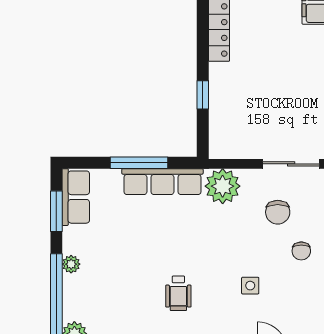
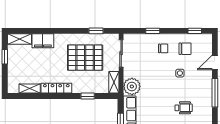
pallet: (282, 90) -> (85, 58), added
shelving: (231, 149) -> (114, 82), added
chair: (278, 212) -> (185, 49), moved

